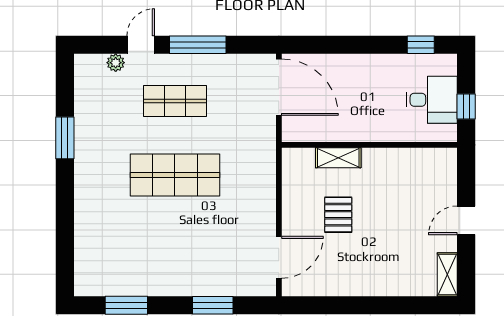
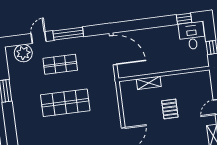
plant: (116, 63) -> (23, 53), width x1.88, depth x1.88
desk: (432, 100) -> (192, 36), moved, turned -90
pallet: (338, 215) -> (170, 109), moved

